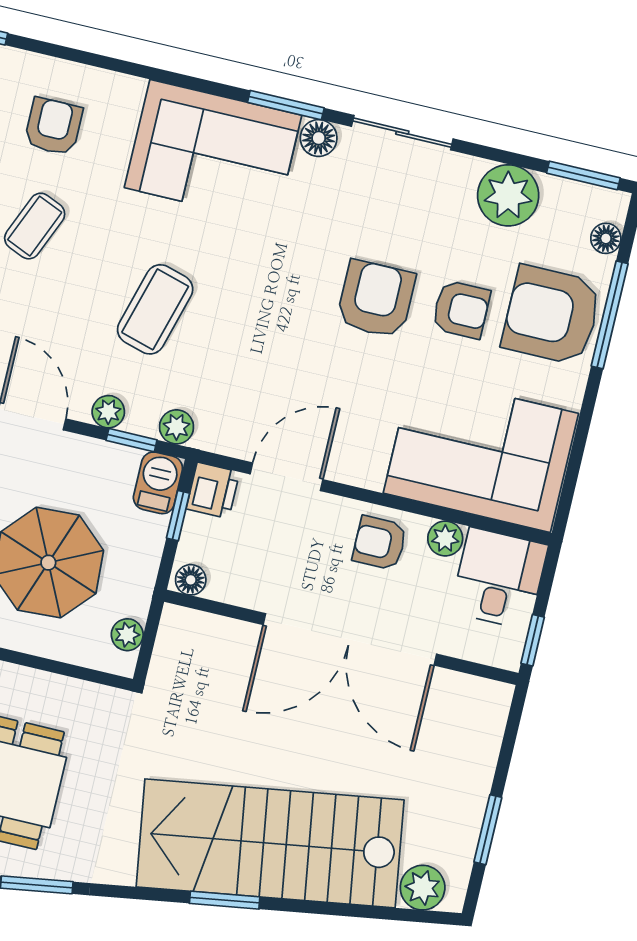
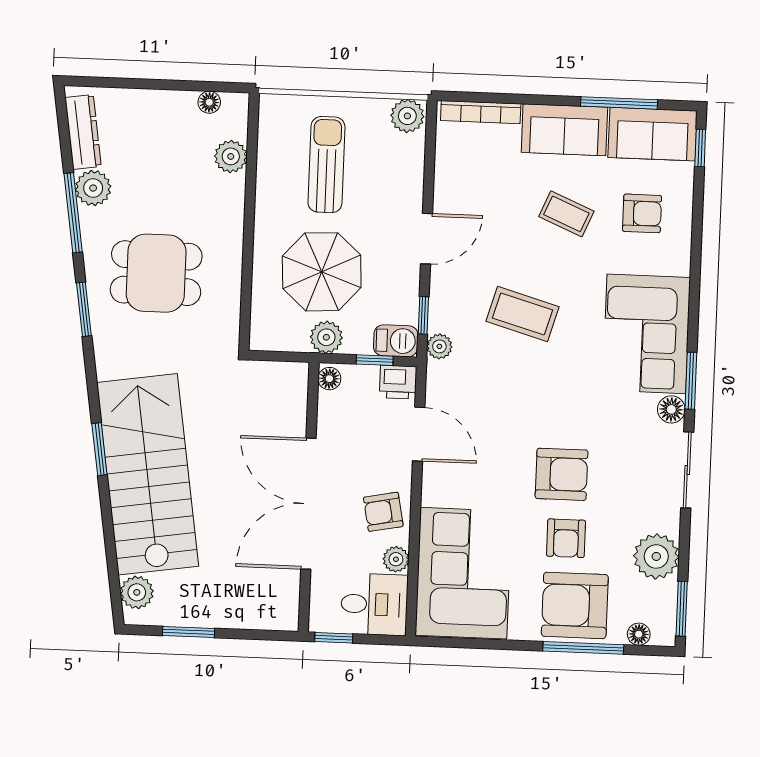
armchair: (552, 315) -> (575, 605), turned -90
plant: (108, 412) -> (441, 294), removed
armchair: (380, 543) -> (383, 512), turned -101
plant: (127, 635) -> (326, 337), moved, width x1.38, depth x1.38

